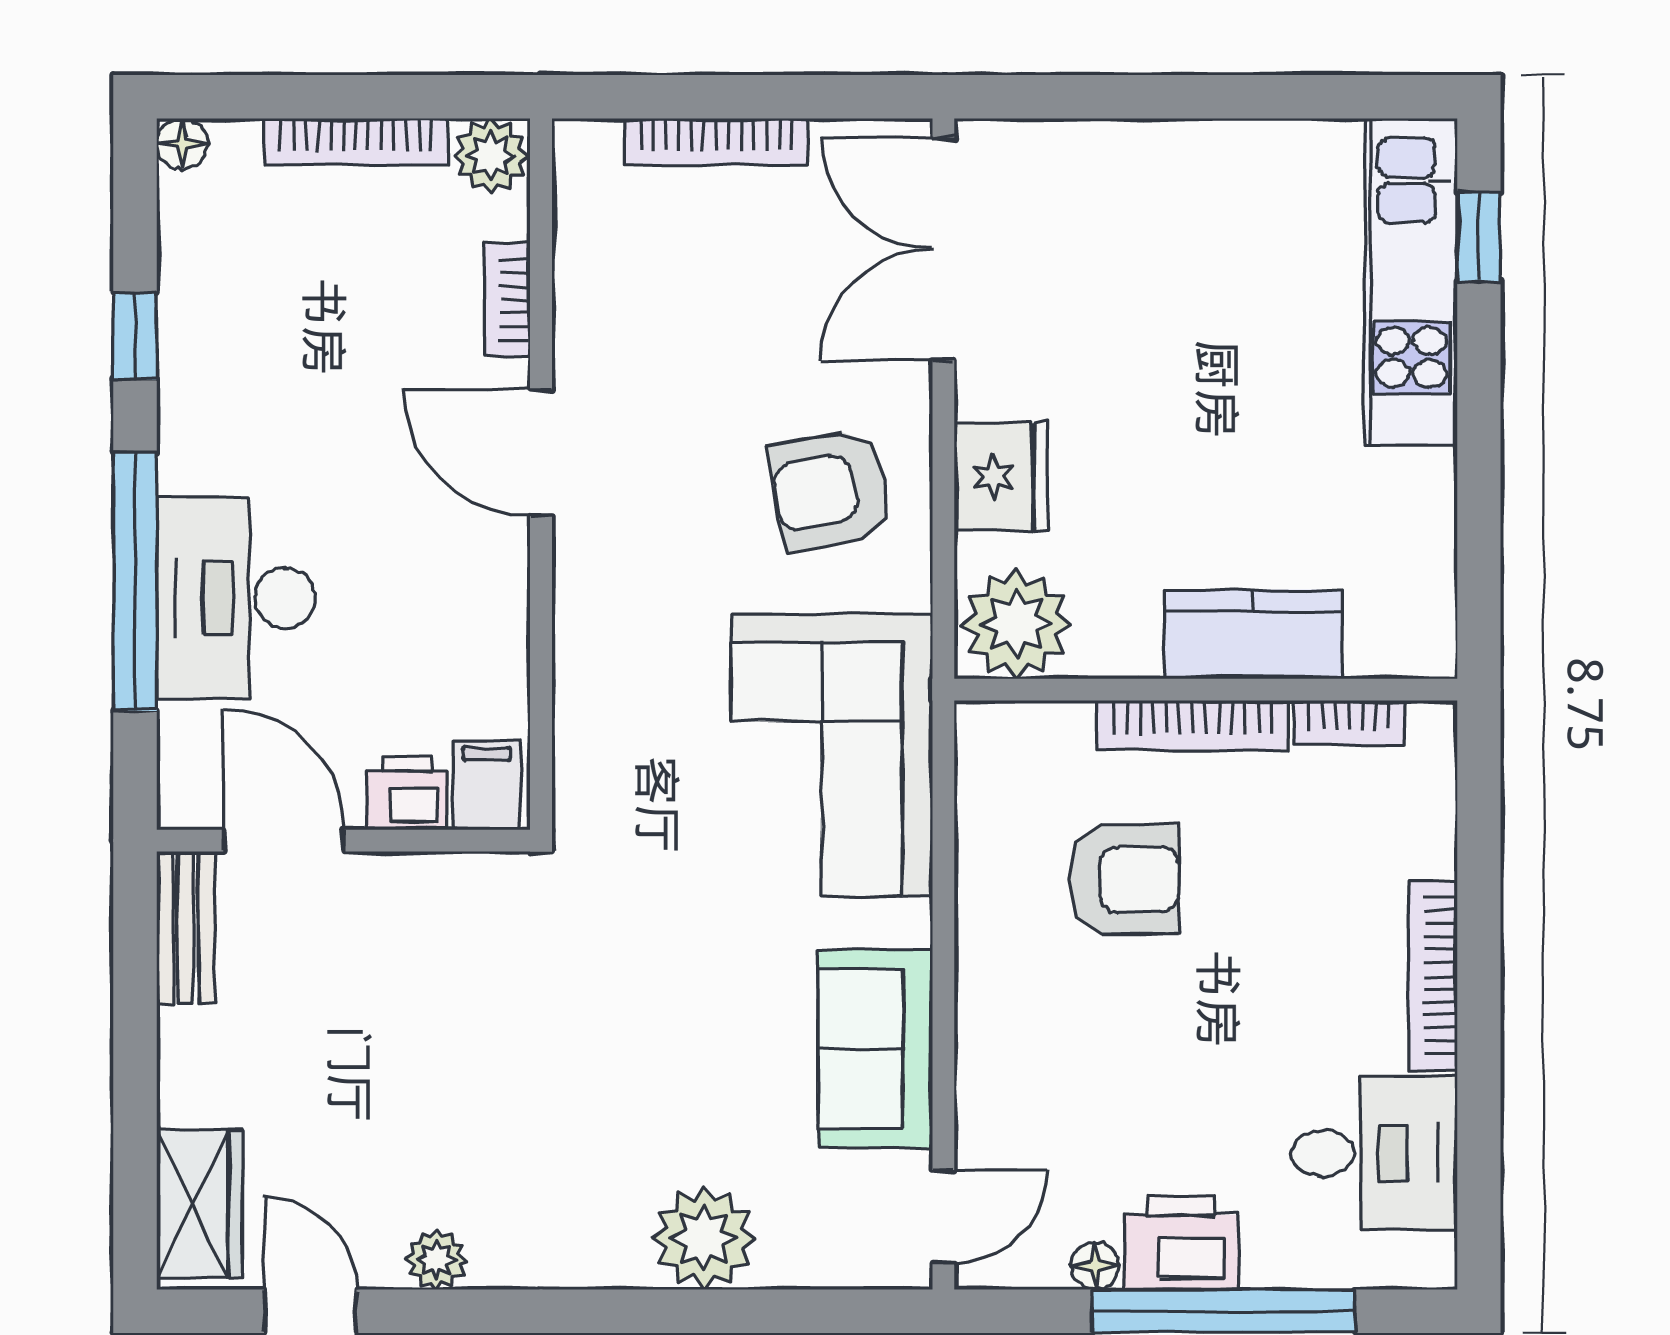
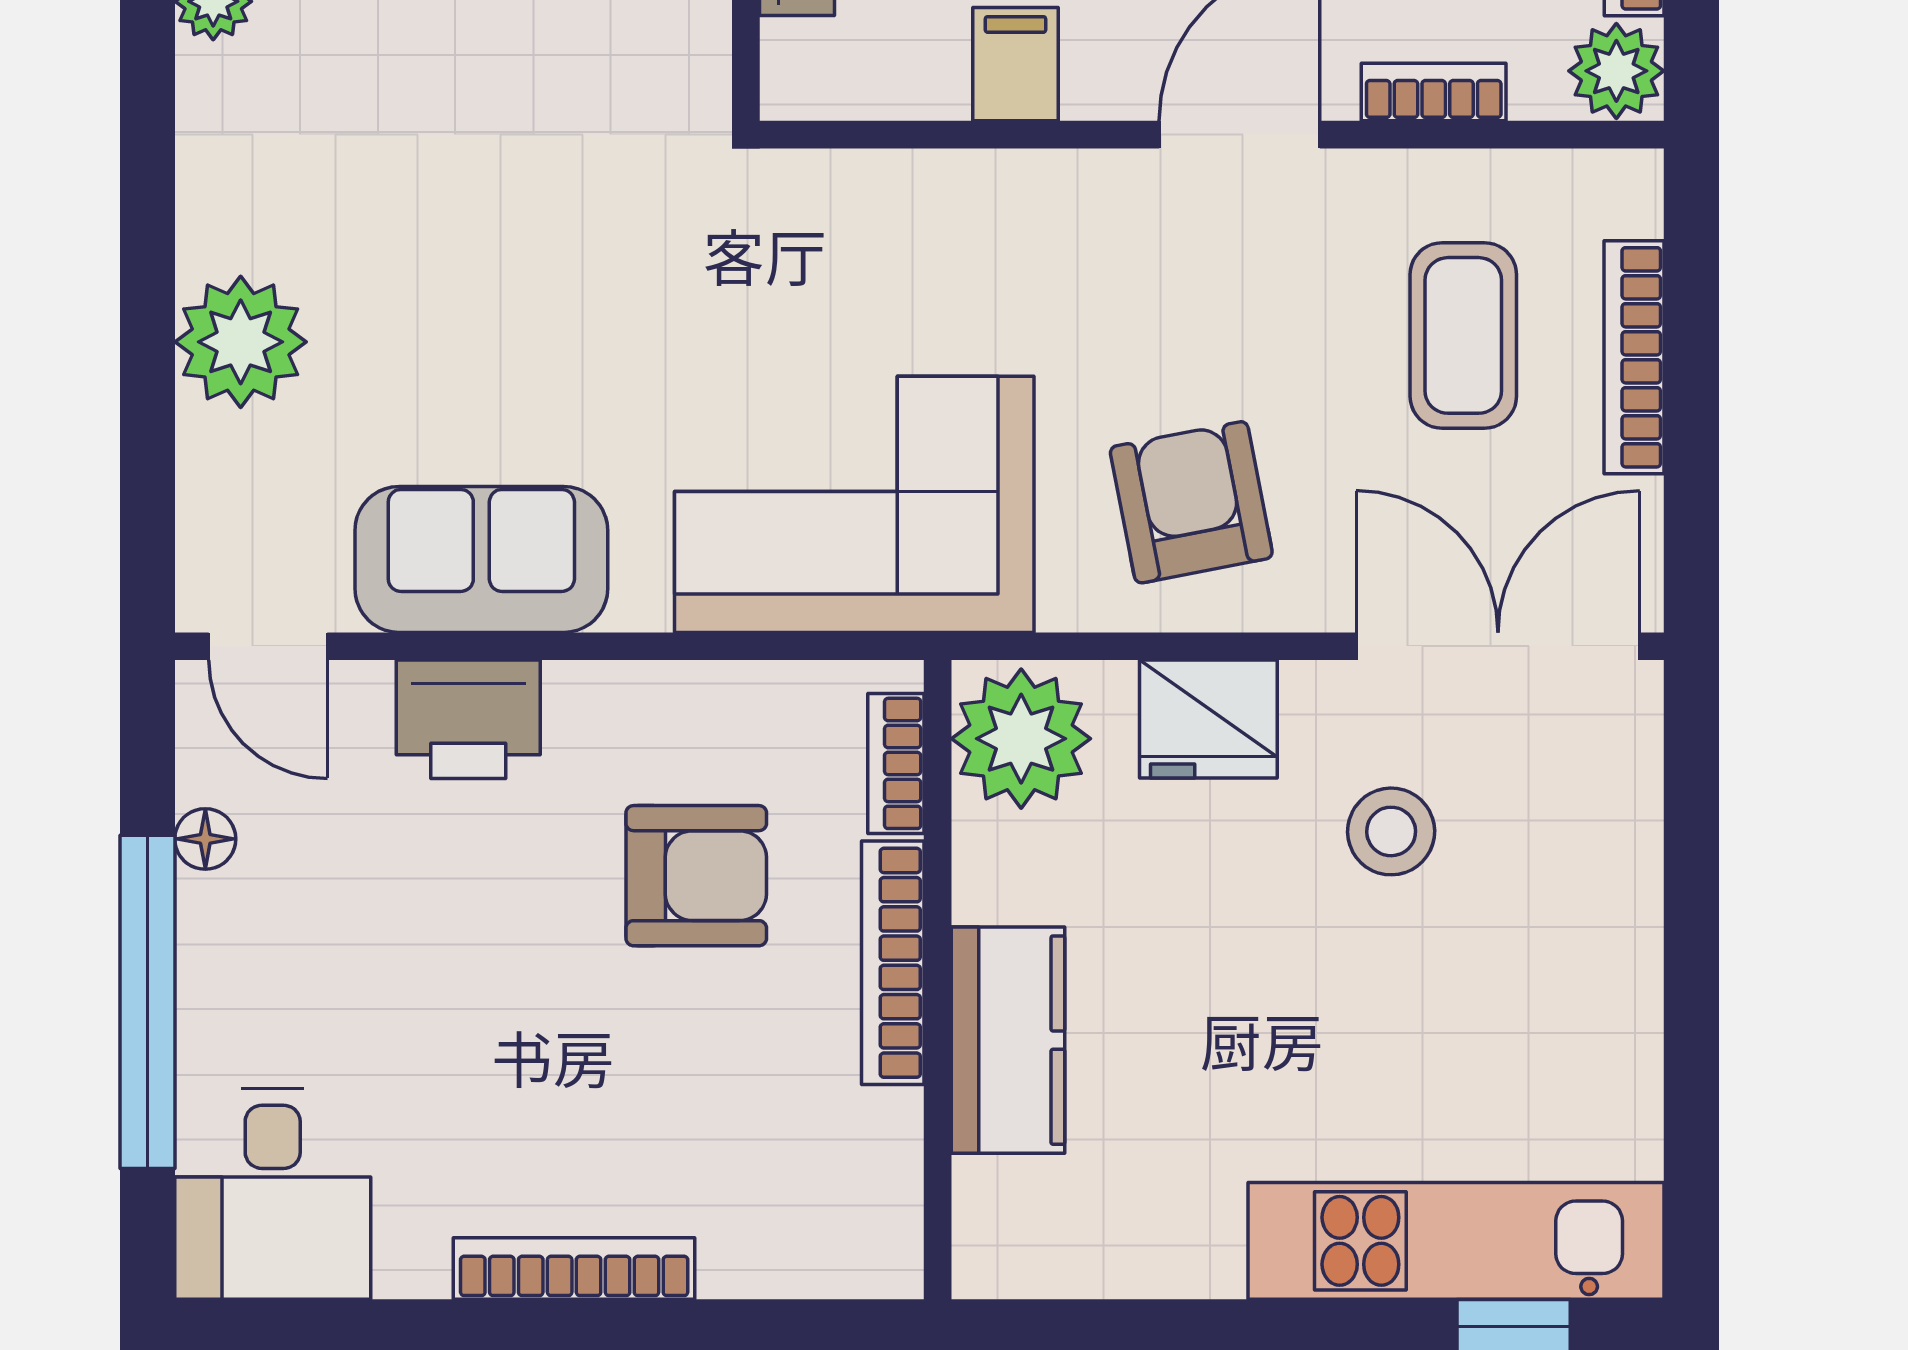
coffee table: (699, 276) -> (1463, 335), added
stool: (1089, 333) -> (1391, 831), added
bookcase: (1349, 723) -> (896, 763), moved
filing cabinet: (487, 785) -> (1015, 64), moved, turned -90
armchair: (1124, 880) -> (696, 876), turned -90
desk: (1374, 1153) -> (273, 1194), moved
printer: (1181, 1243) -> (468, 719), moved, turned 90

